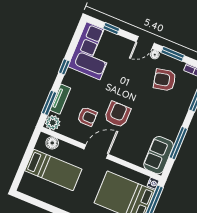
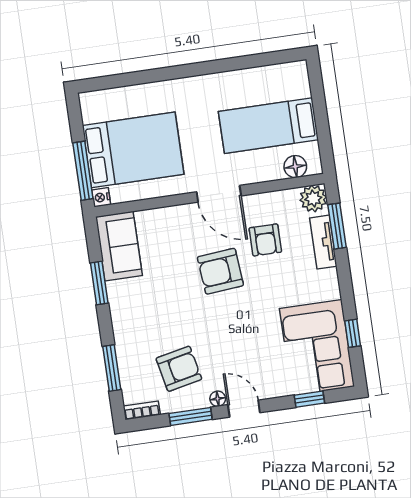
door: (145, 43) -> (244, 409), hinge flipped
window: (64, 67) -> (353, 333), moved
armchair: (117, 114) -> (220, 271), turned 85
armchair: (87, 117) -> (265, 240), turned -90
window: (178, 143) -> (99, 283), width x0.69
door: (96, 152) -> (219, 194), hinge flipped

